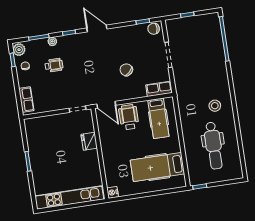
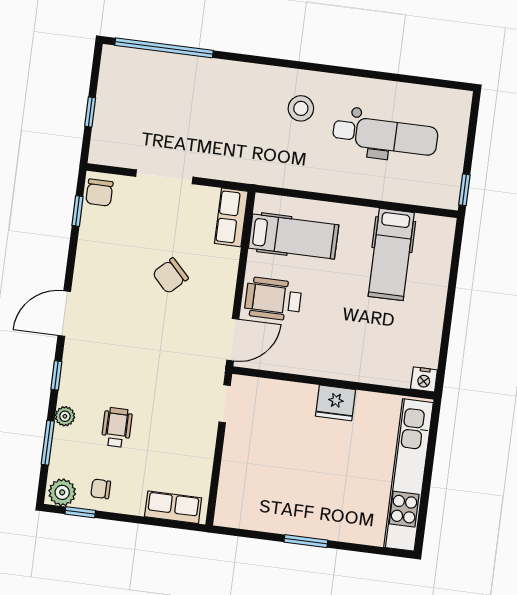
fridge: (89, 141) -> (336, 403), moved
hospital bed: (157, 167) -> (391, 254), width x0.73, depth x0.78

